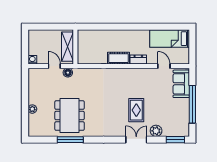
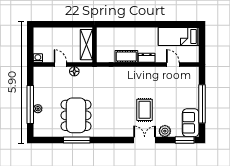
shelving: (67, 47) -> (86, 45), moved
wall: (75, 47) -> (94, 45), moved
sofa: (181, 84) -> (191, 123), moved
window: (25, 105) -> (30, 105), added

